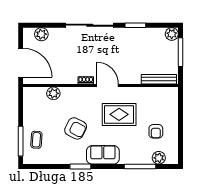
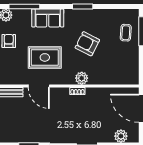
door: (108, 85) -> (39, 86), moved
plant: (53, 93) -> (82, 78), moved
sofa: (103, 155) -> (48, 18), moved

